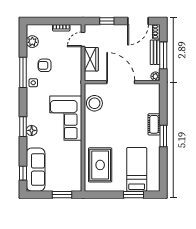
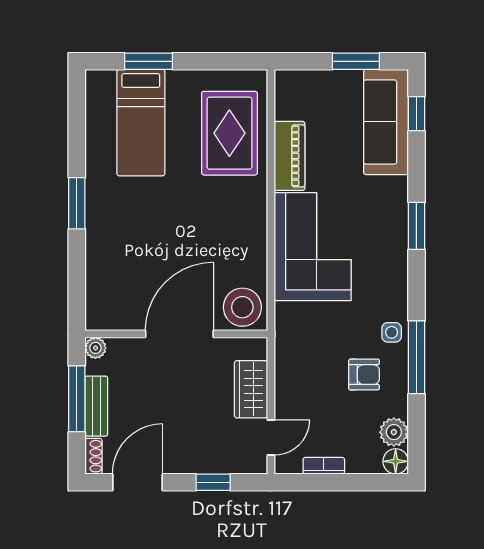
door: (121, 82) -> (179, 334), swing flipped
stool: (94, 103) -> (242, 307), moved
cot: (154, 124) -> (99, 231), removed
floor lamp: (32, 130) -> (396, 461), moved
piano: (75, 156) -> (290, 156), added
window: (62, 195) -> (356, 61), moved

